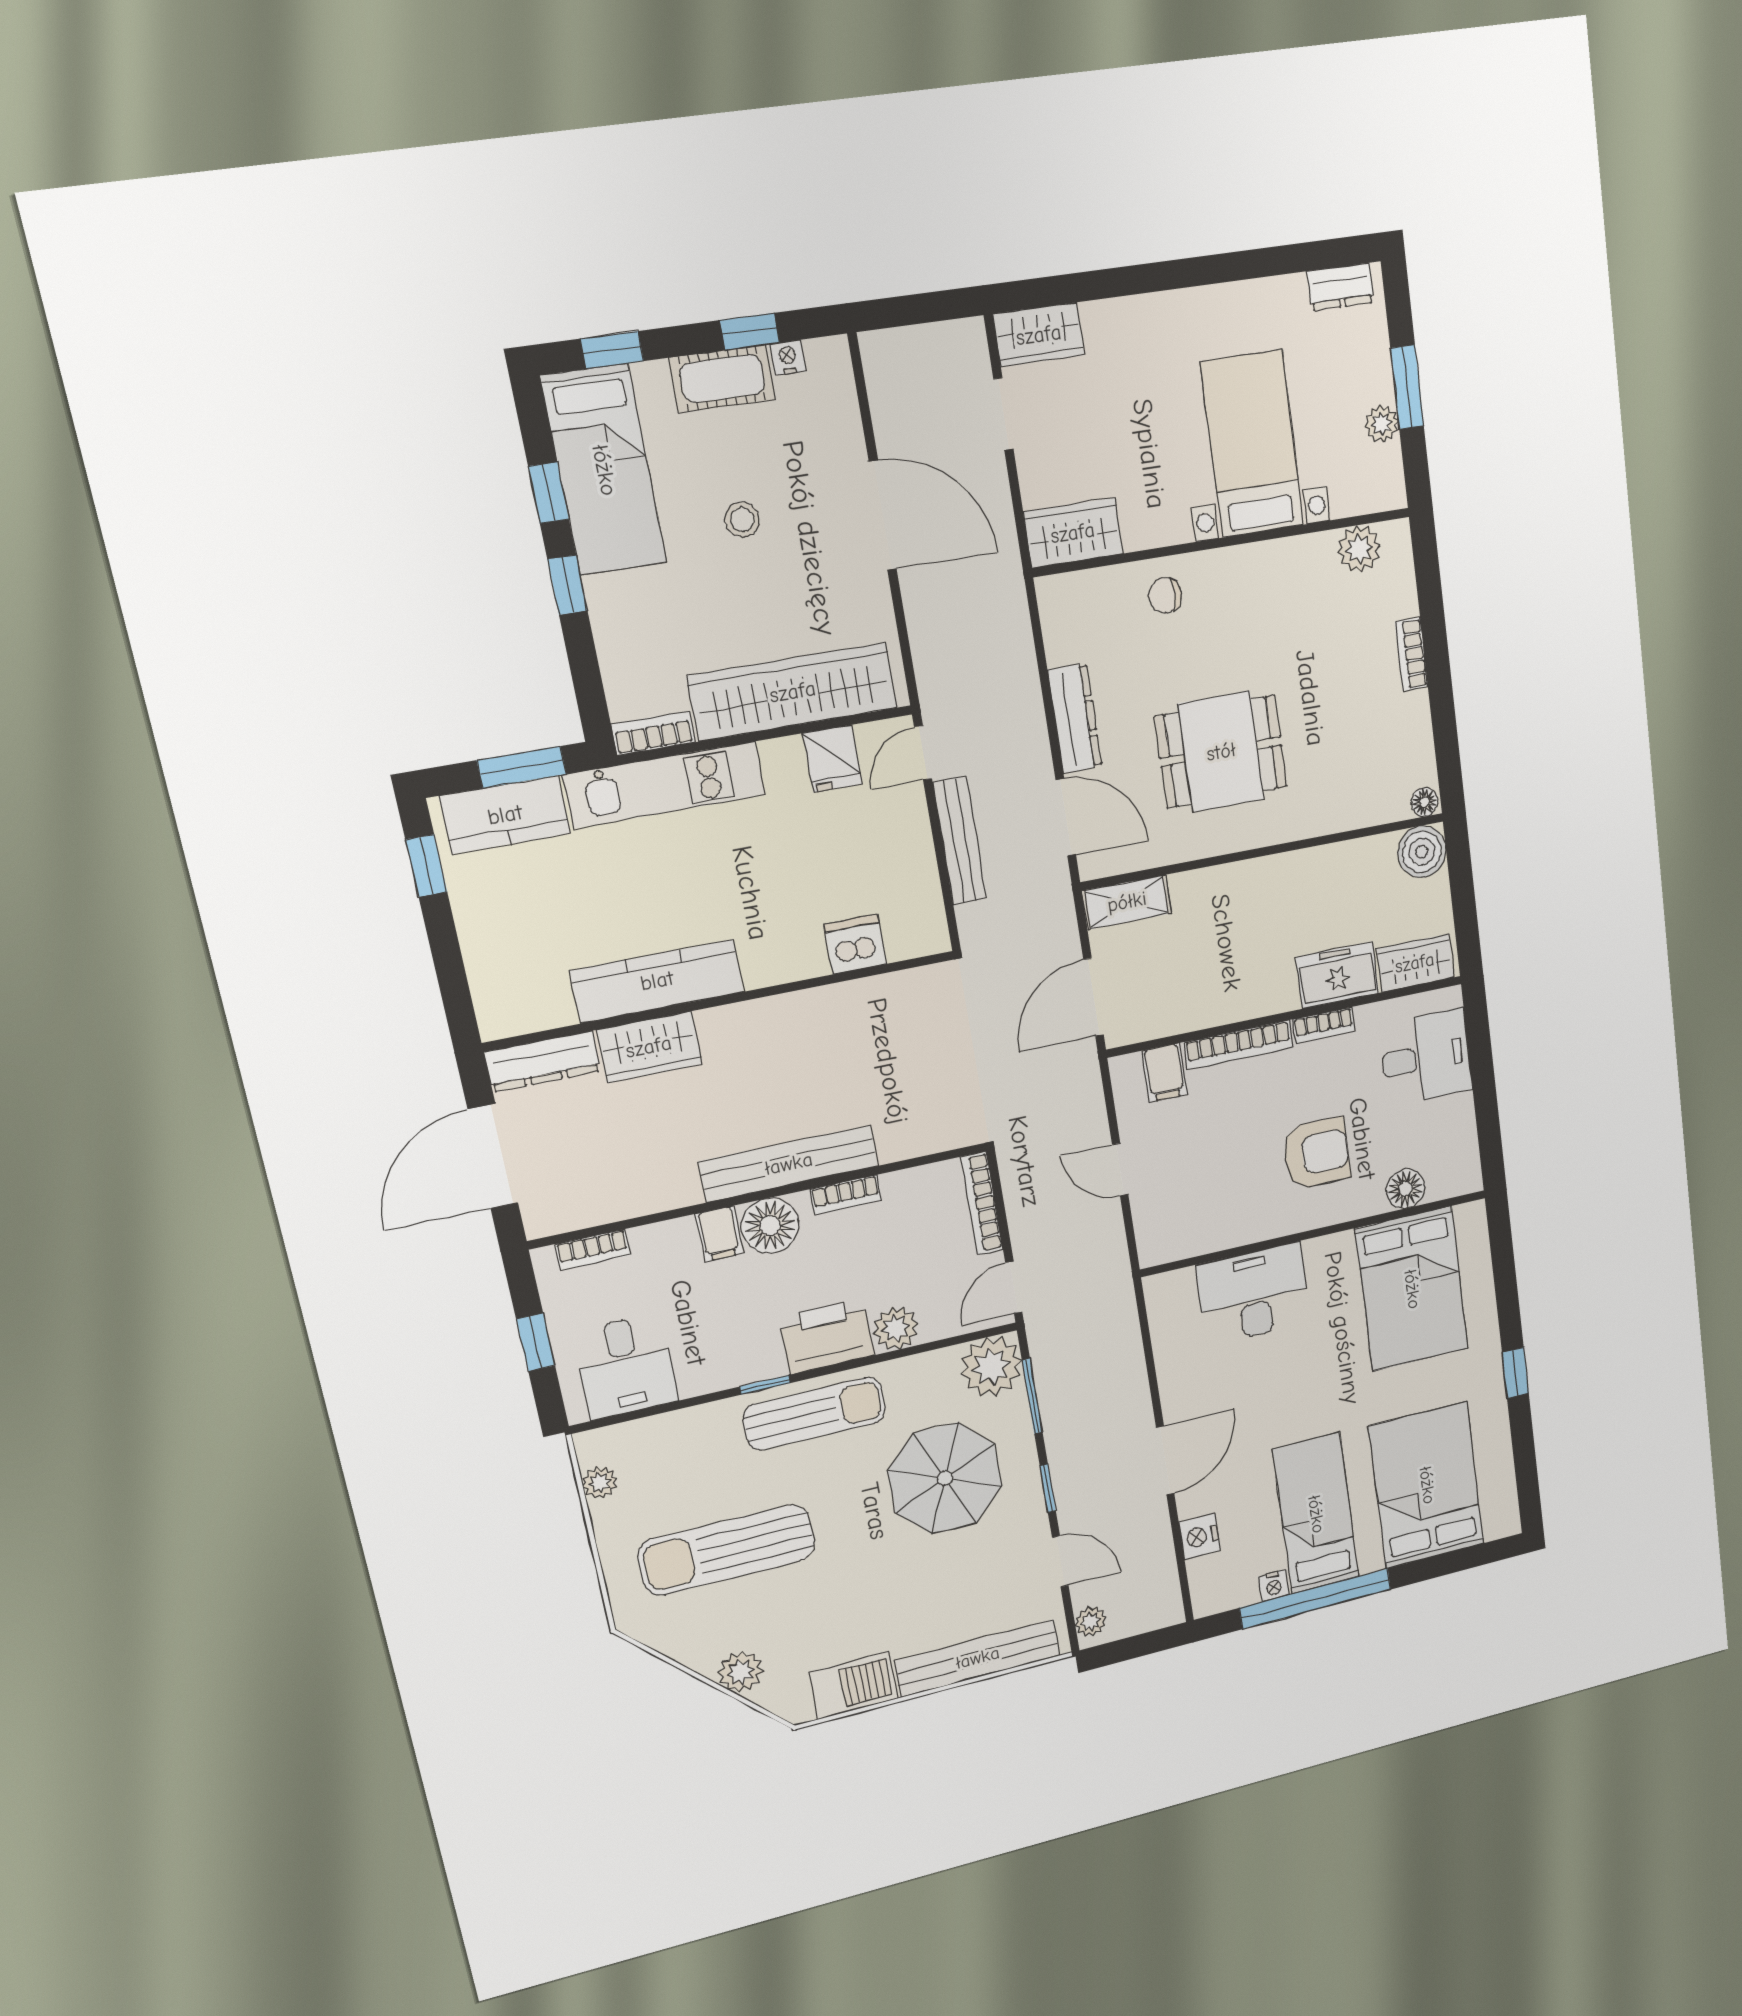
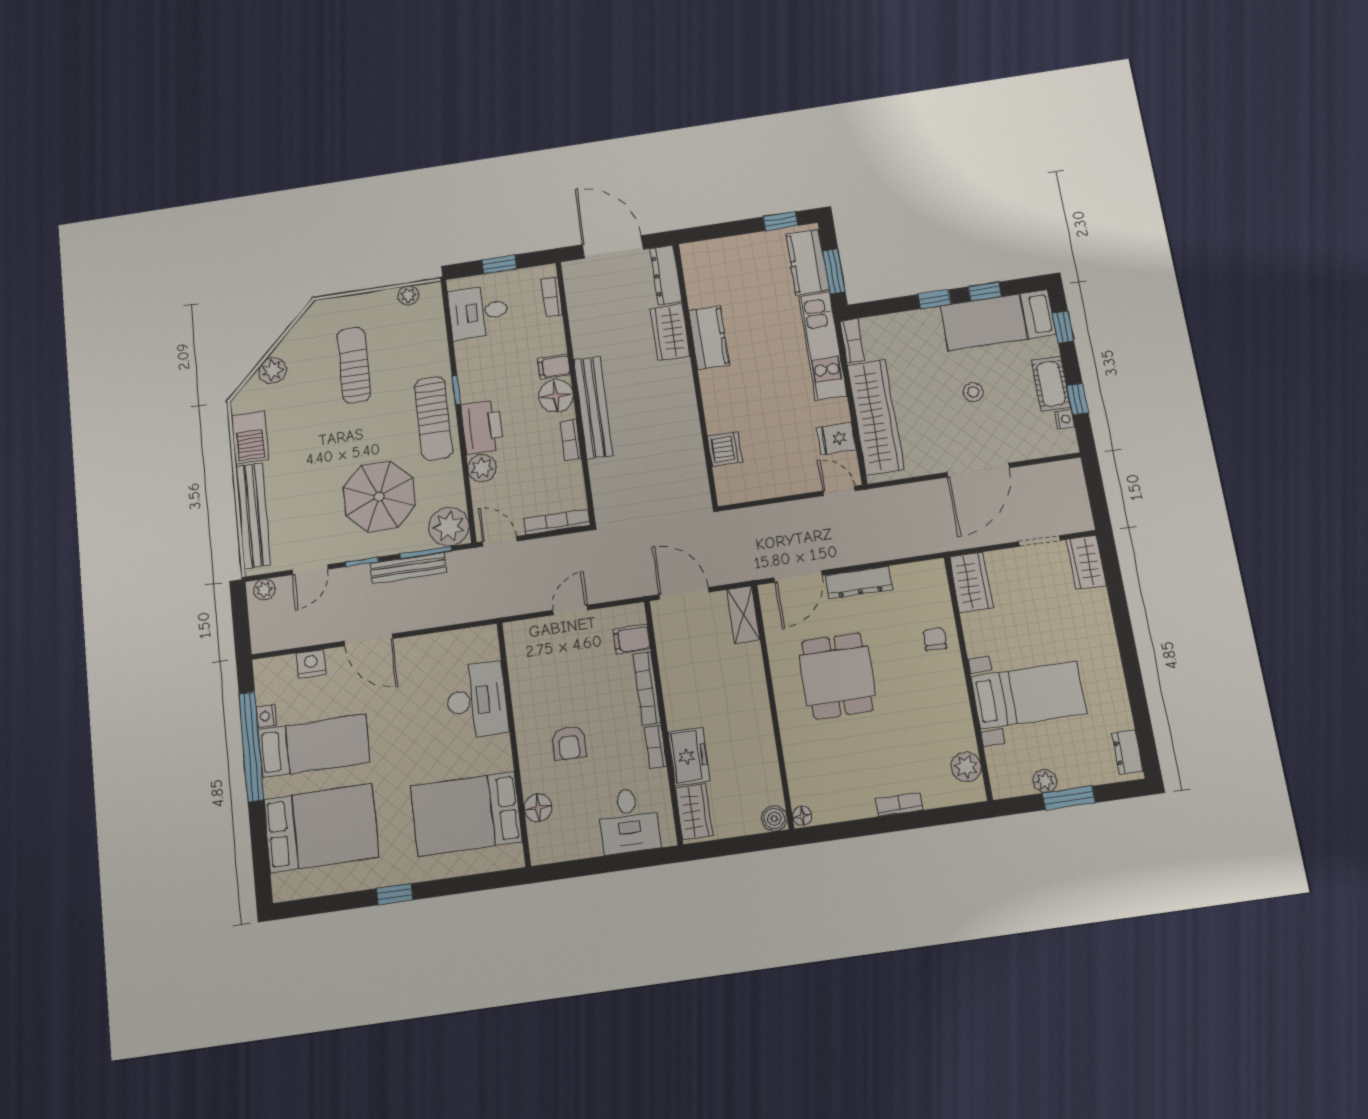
bench: (960, 841) -> (408, 568), moved
boiler: (1422, 852) -> (774, 819), width x0.73, depth x0.73
kitchen counter: (657, 981) -> (709, 338), width x0.67
armchair: (1317, 1153) -> (569, 743), width x0.72, depth x0.72
sun lounger: (727, 1550) -> (354, 365), width x0.73, depth x0.75

